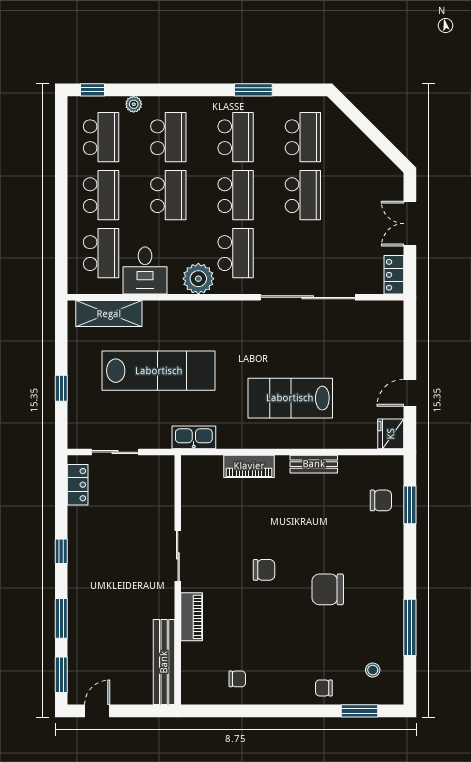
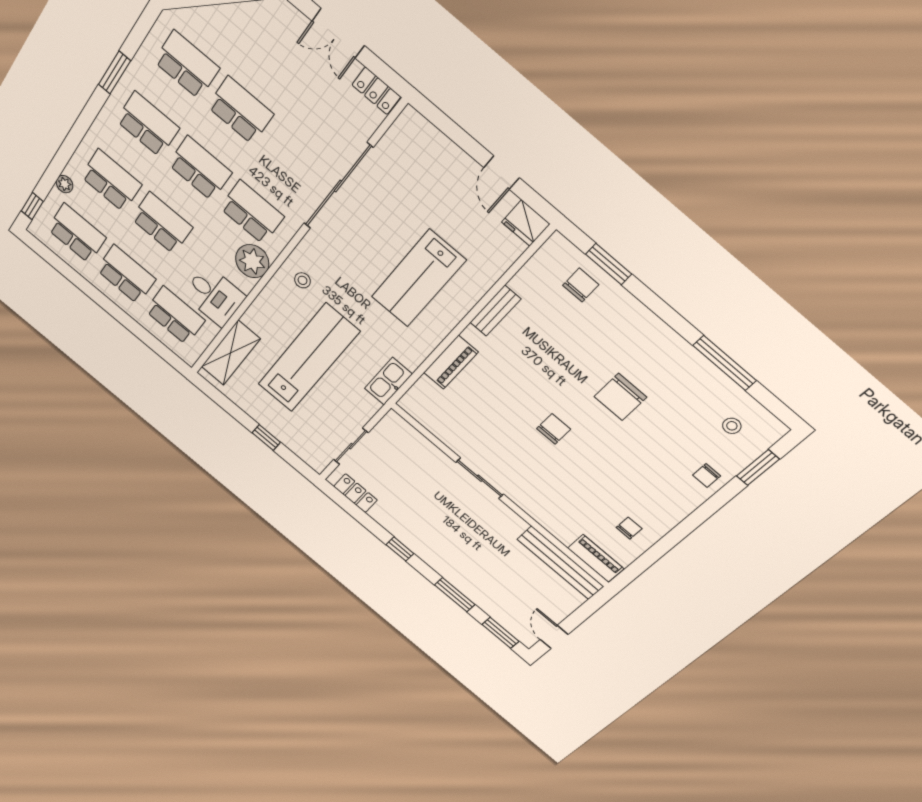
stool: (216, 323) -> (302, 280), added
piano: (192, 617) -> (596, 558), moved

